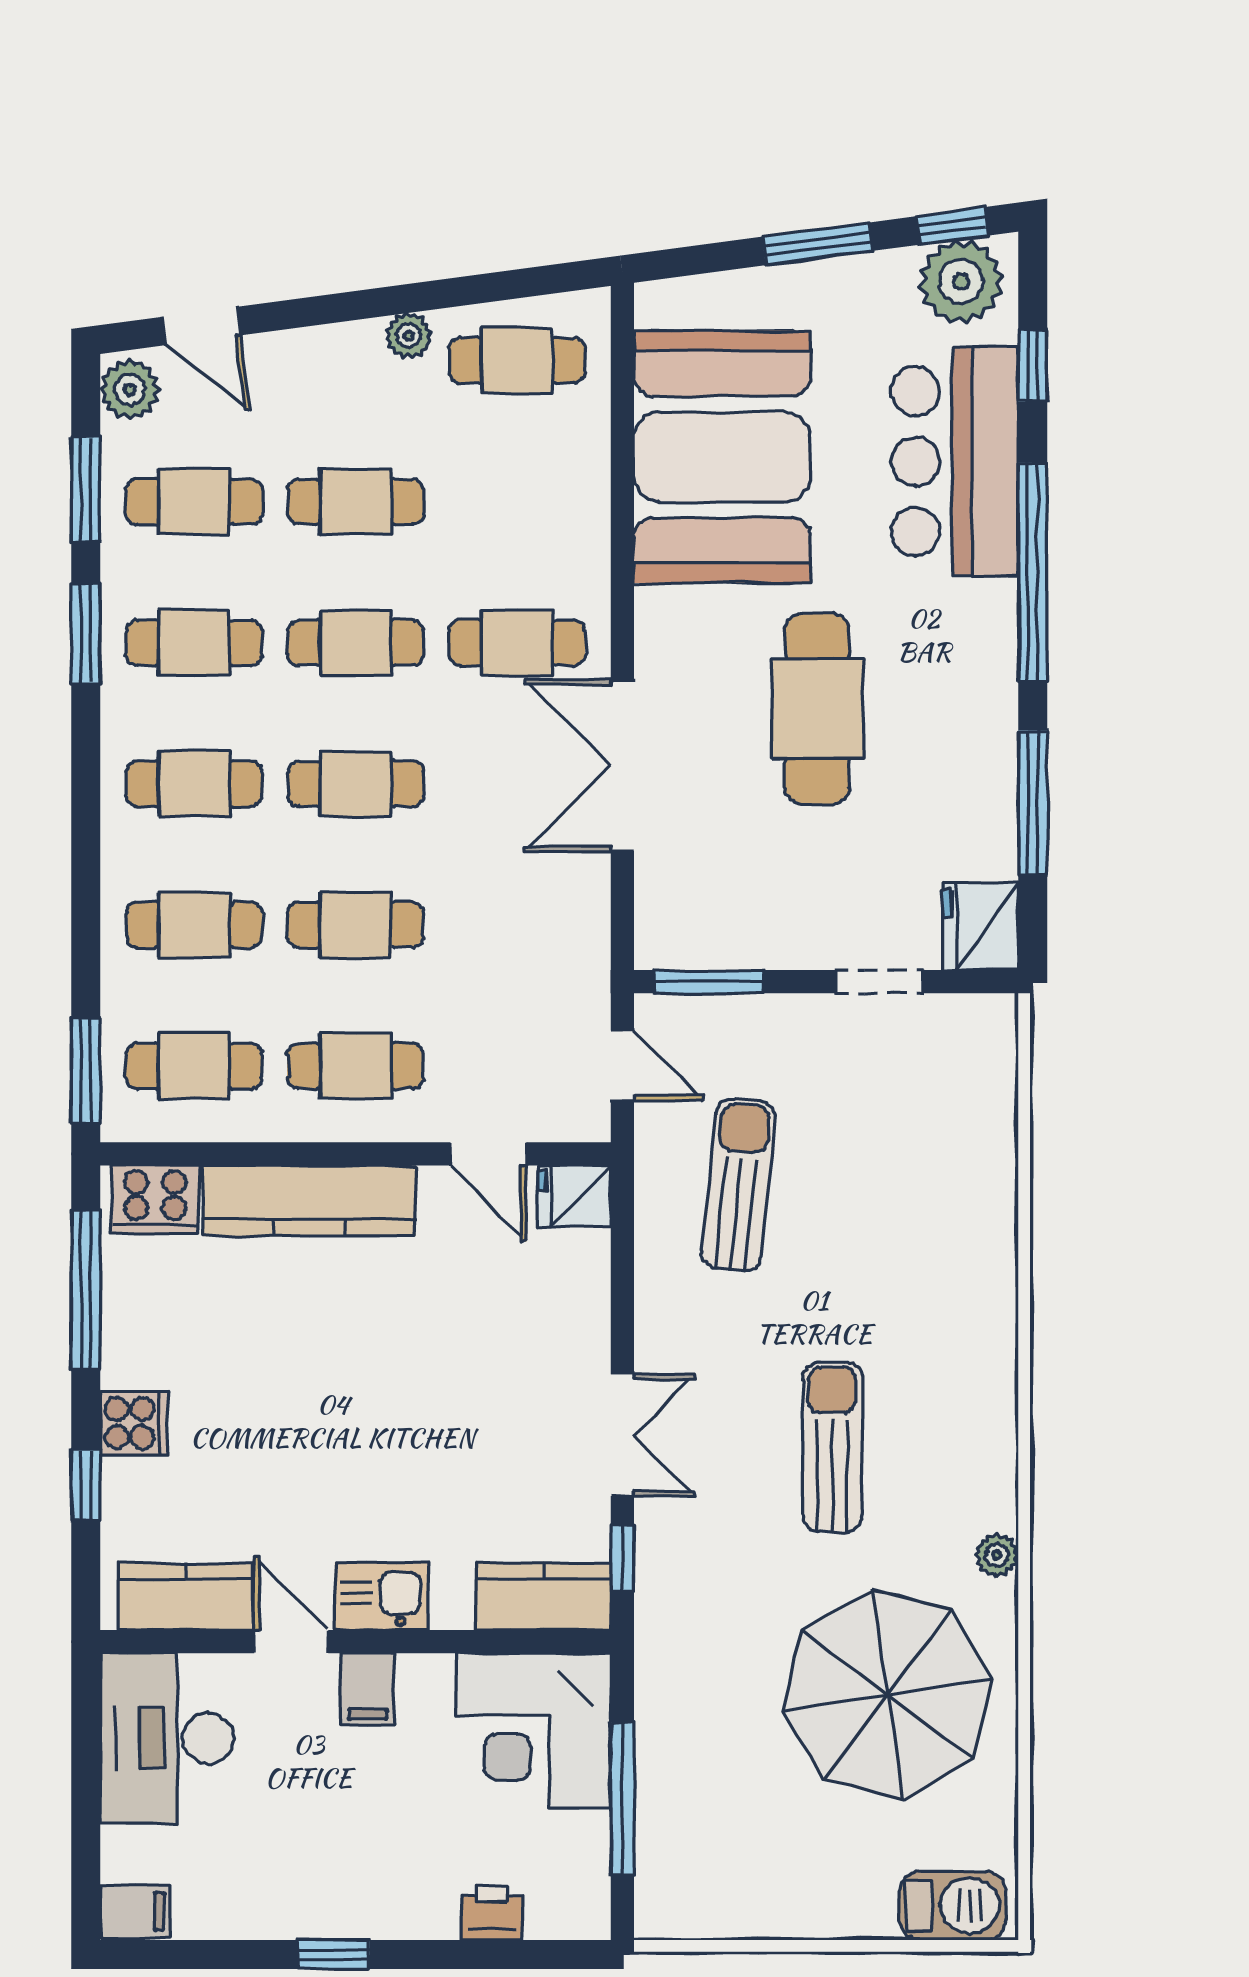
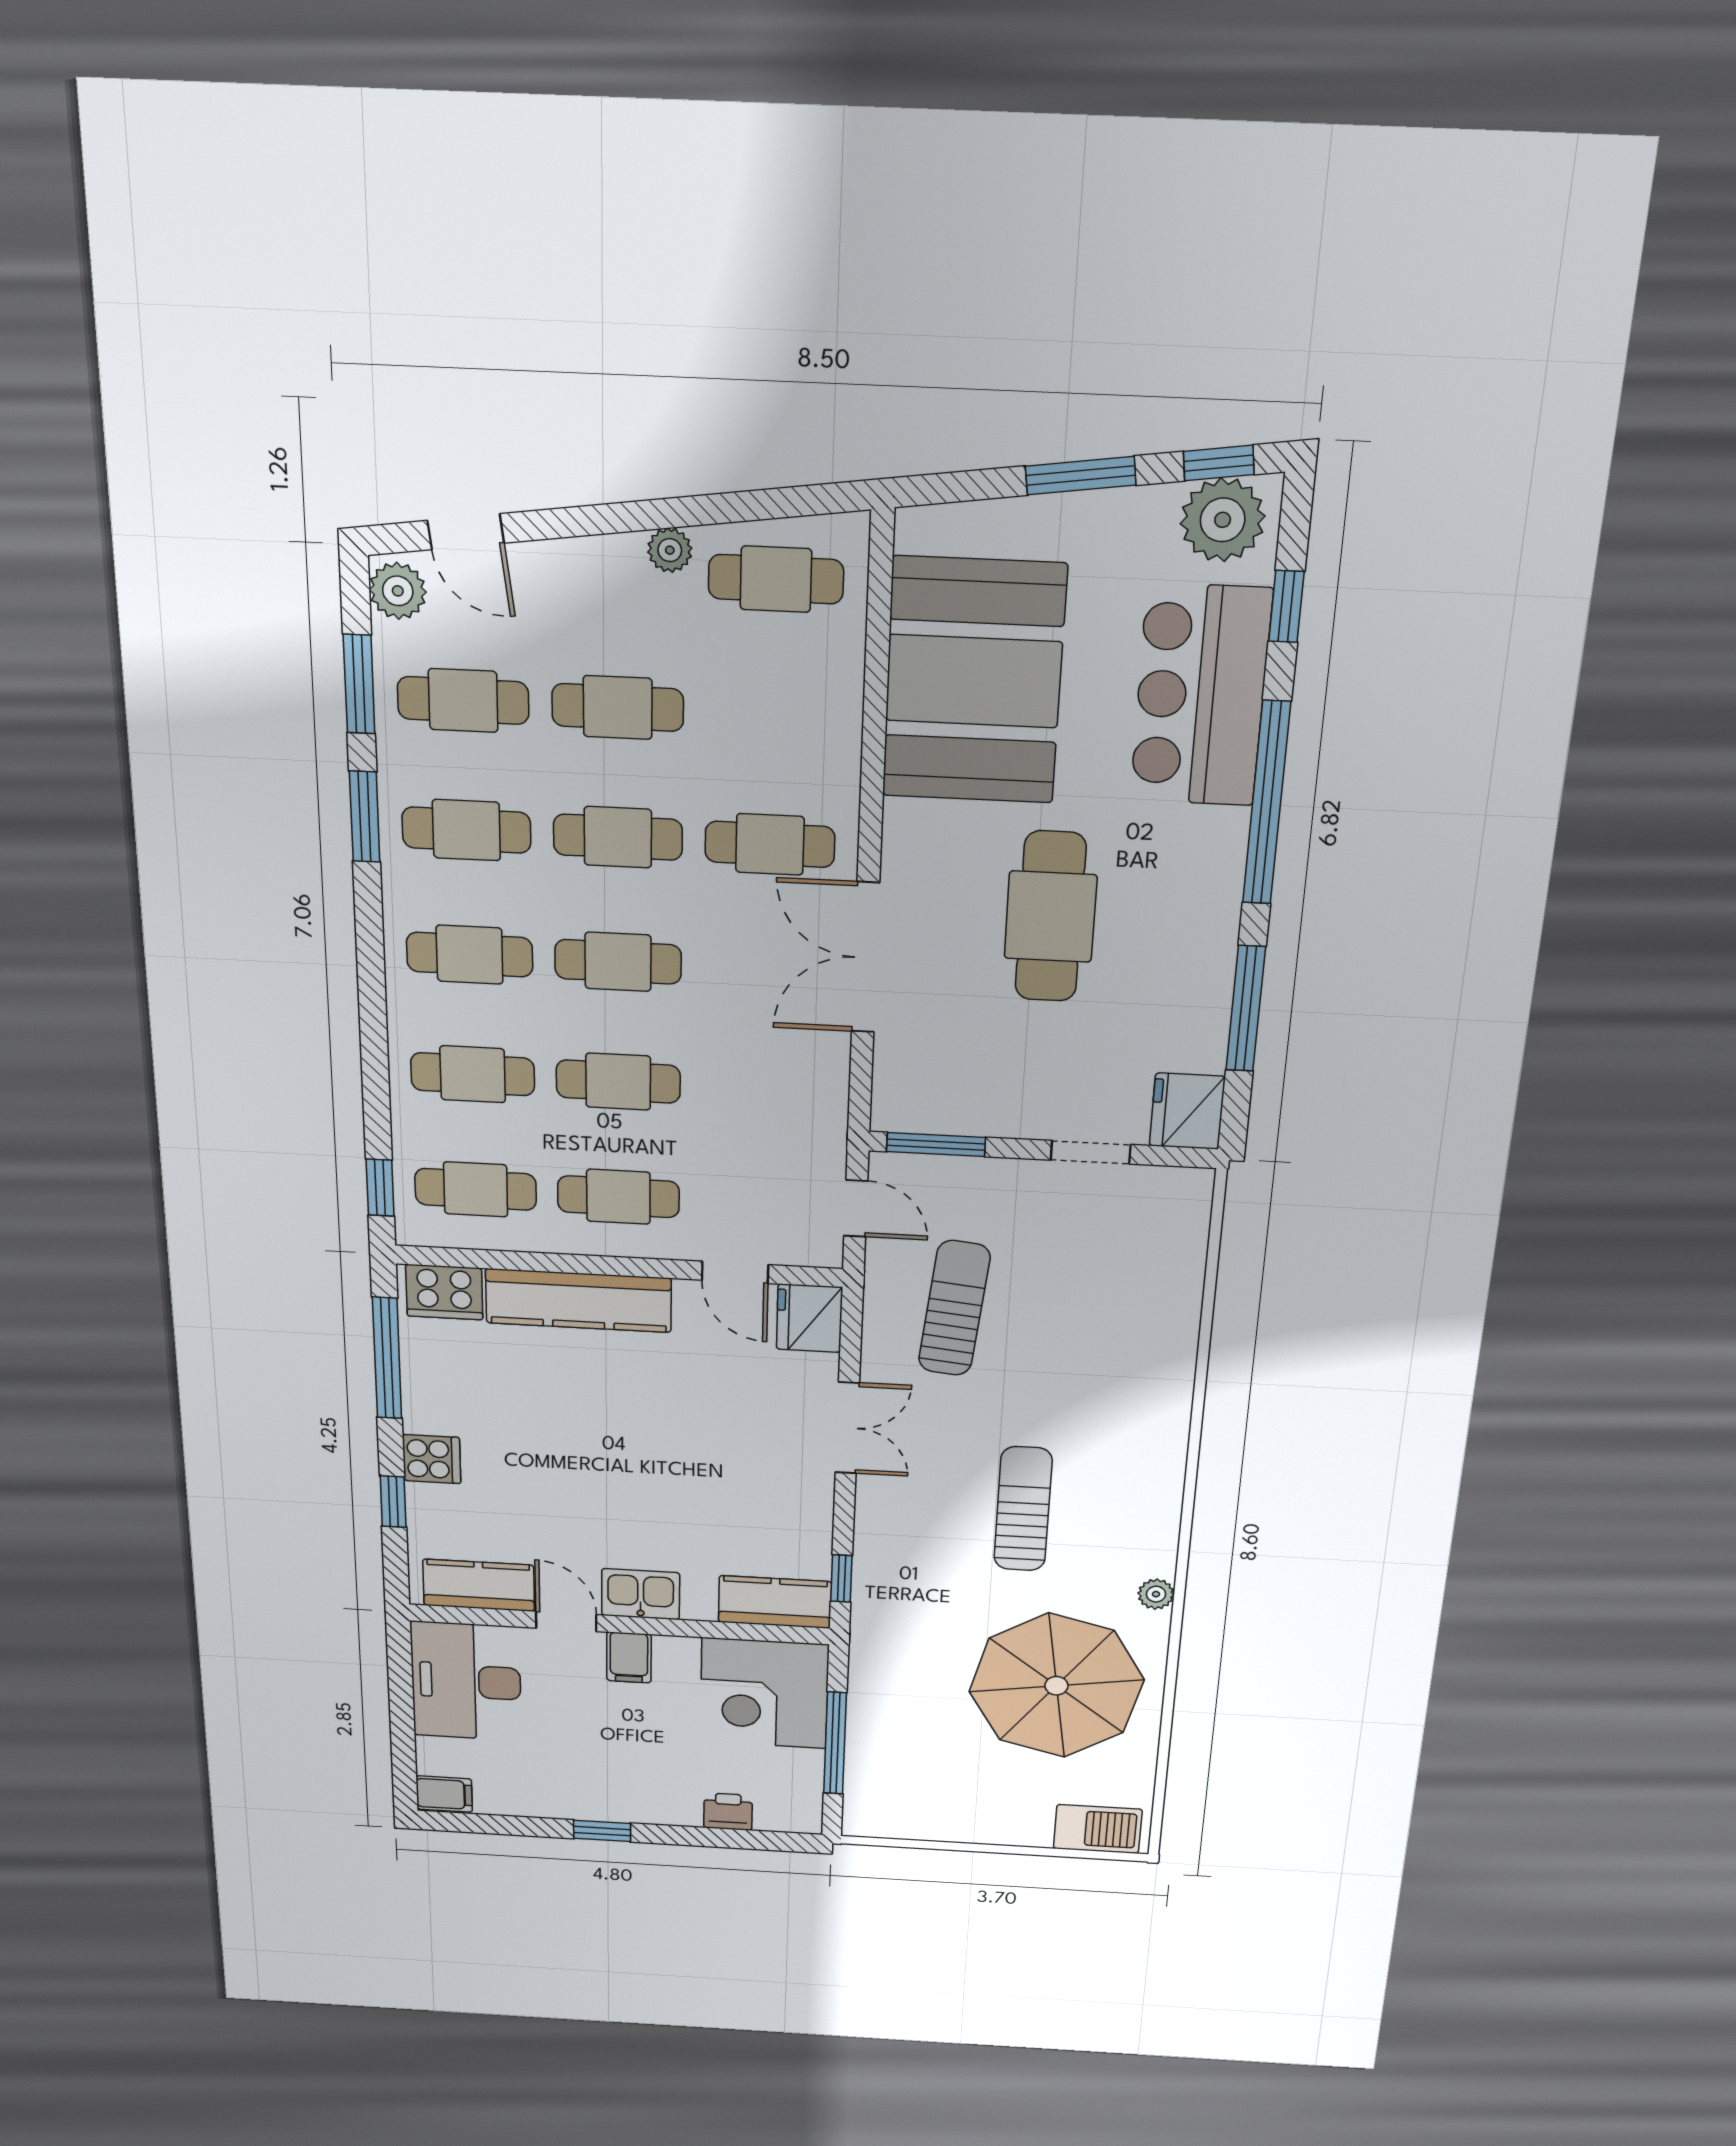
window: (86, 1070) -> (380, 1188), width x0.67
fridge: (574, 1196) -> (809, 1318), width x1.38
double door: (622, 1435) -> (847, 1428), moved

